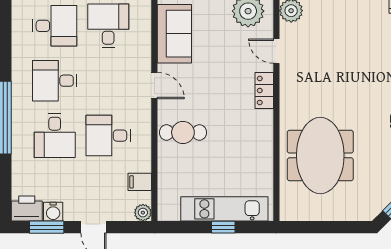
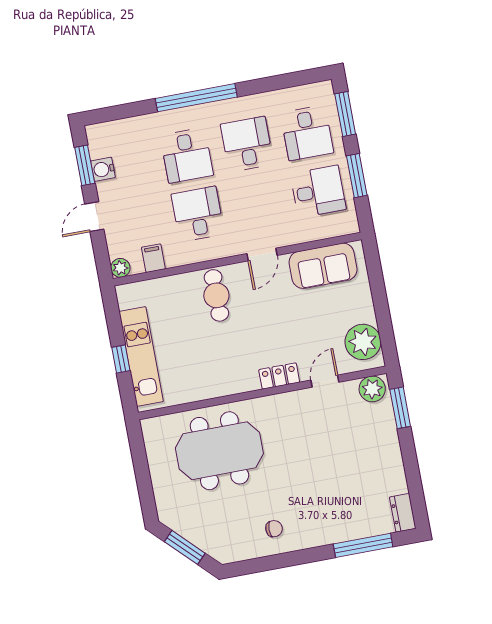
desk: (55, 136) -> (187, 155), turned -90
printer: (27, 208) -> (101, 140), removed

